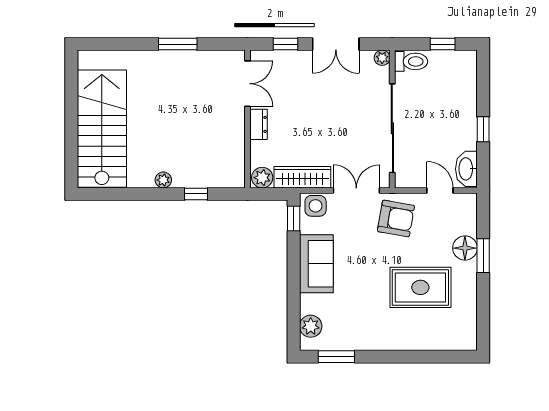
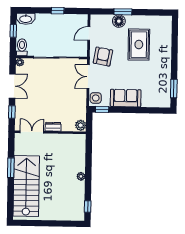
stairs: (102, 129) -> (26, 186), moved, turned 90
washbasin: (466, 169) -> (26, 19), moved
wardrobe: (302, 177) -> (81, 105), removed
window: (196, 194) -> (88, 207), moved
plant: (311, 326) -> (158, 102), removed

